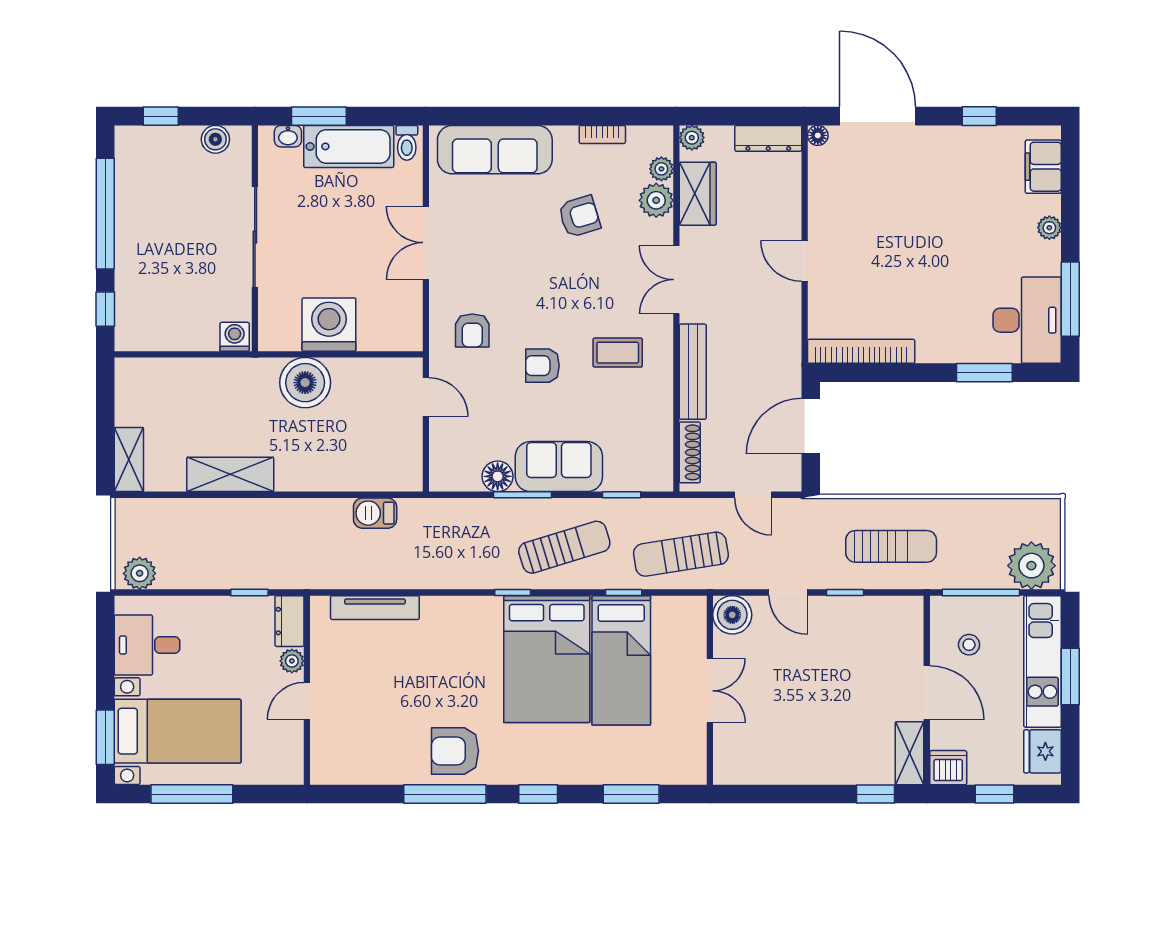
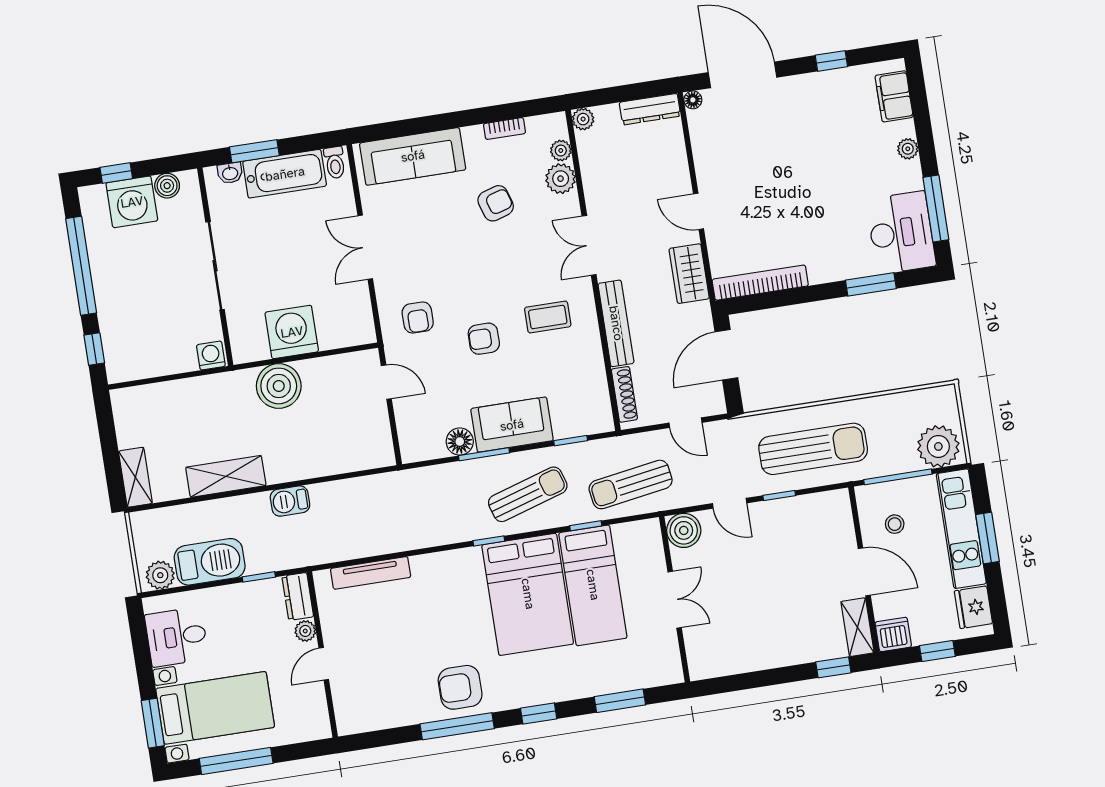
washing machine: (173, 151) -> (132, 202), added
wardrobe: (698, 194) -> (689, 274), moved, turned 180
barbecue: (375, 513) -> (290, 501), moved
sun lounger: (891, 546) -> (813, 449), width x1.36, depth x1.34
barbecue: (197, 567) -> (210, 562), added

